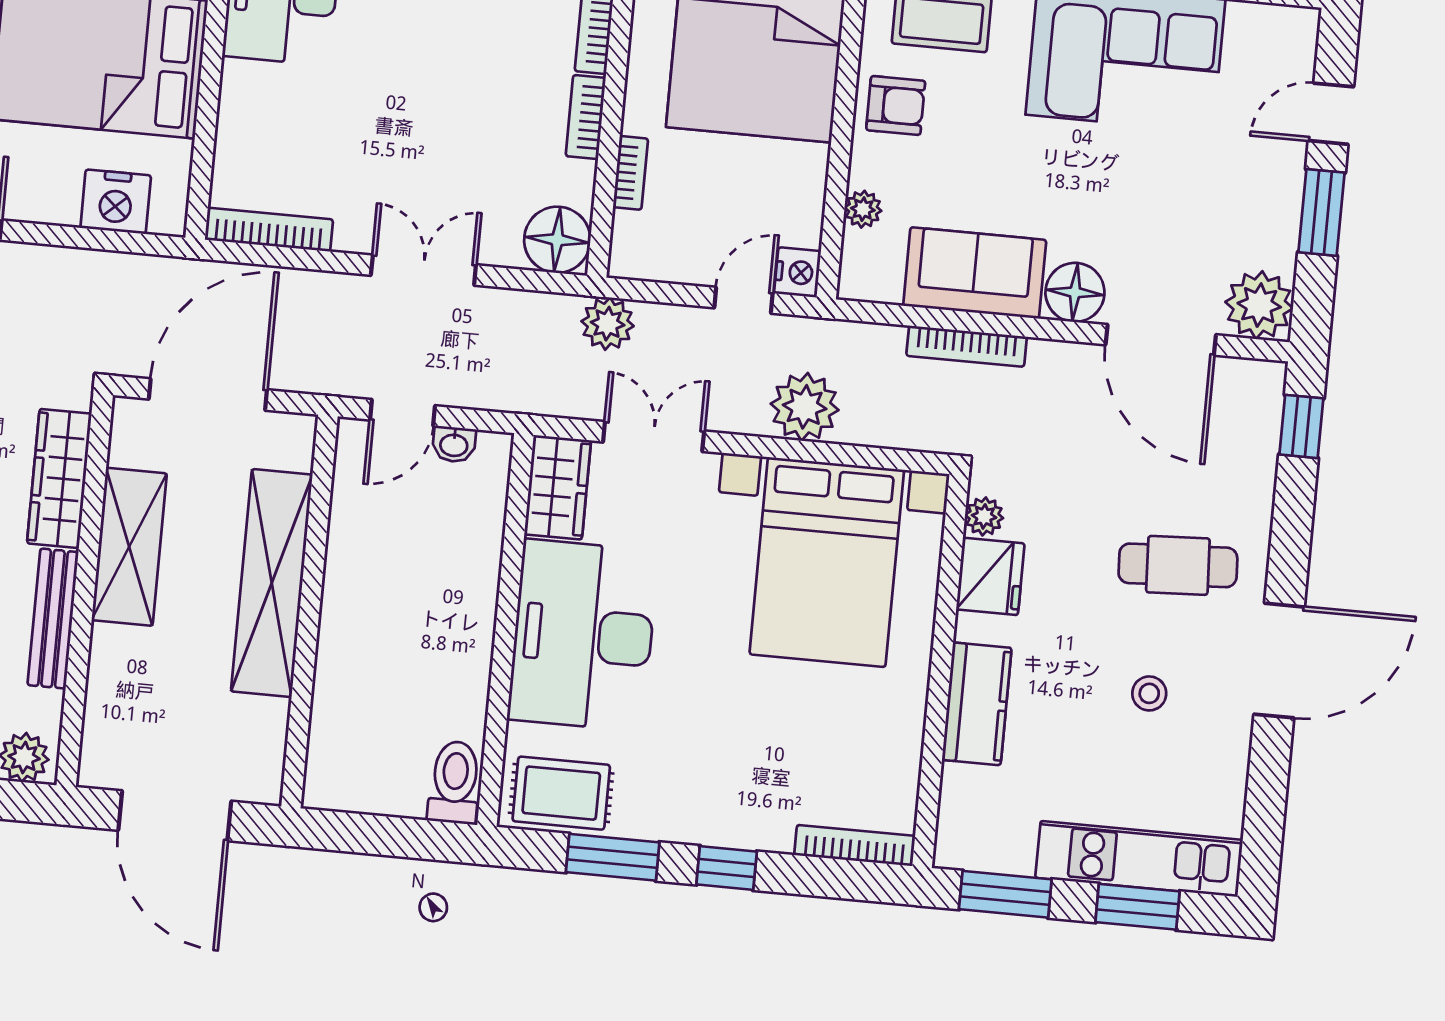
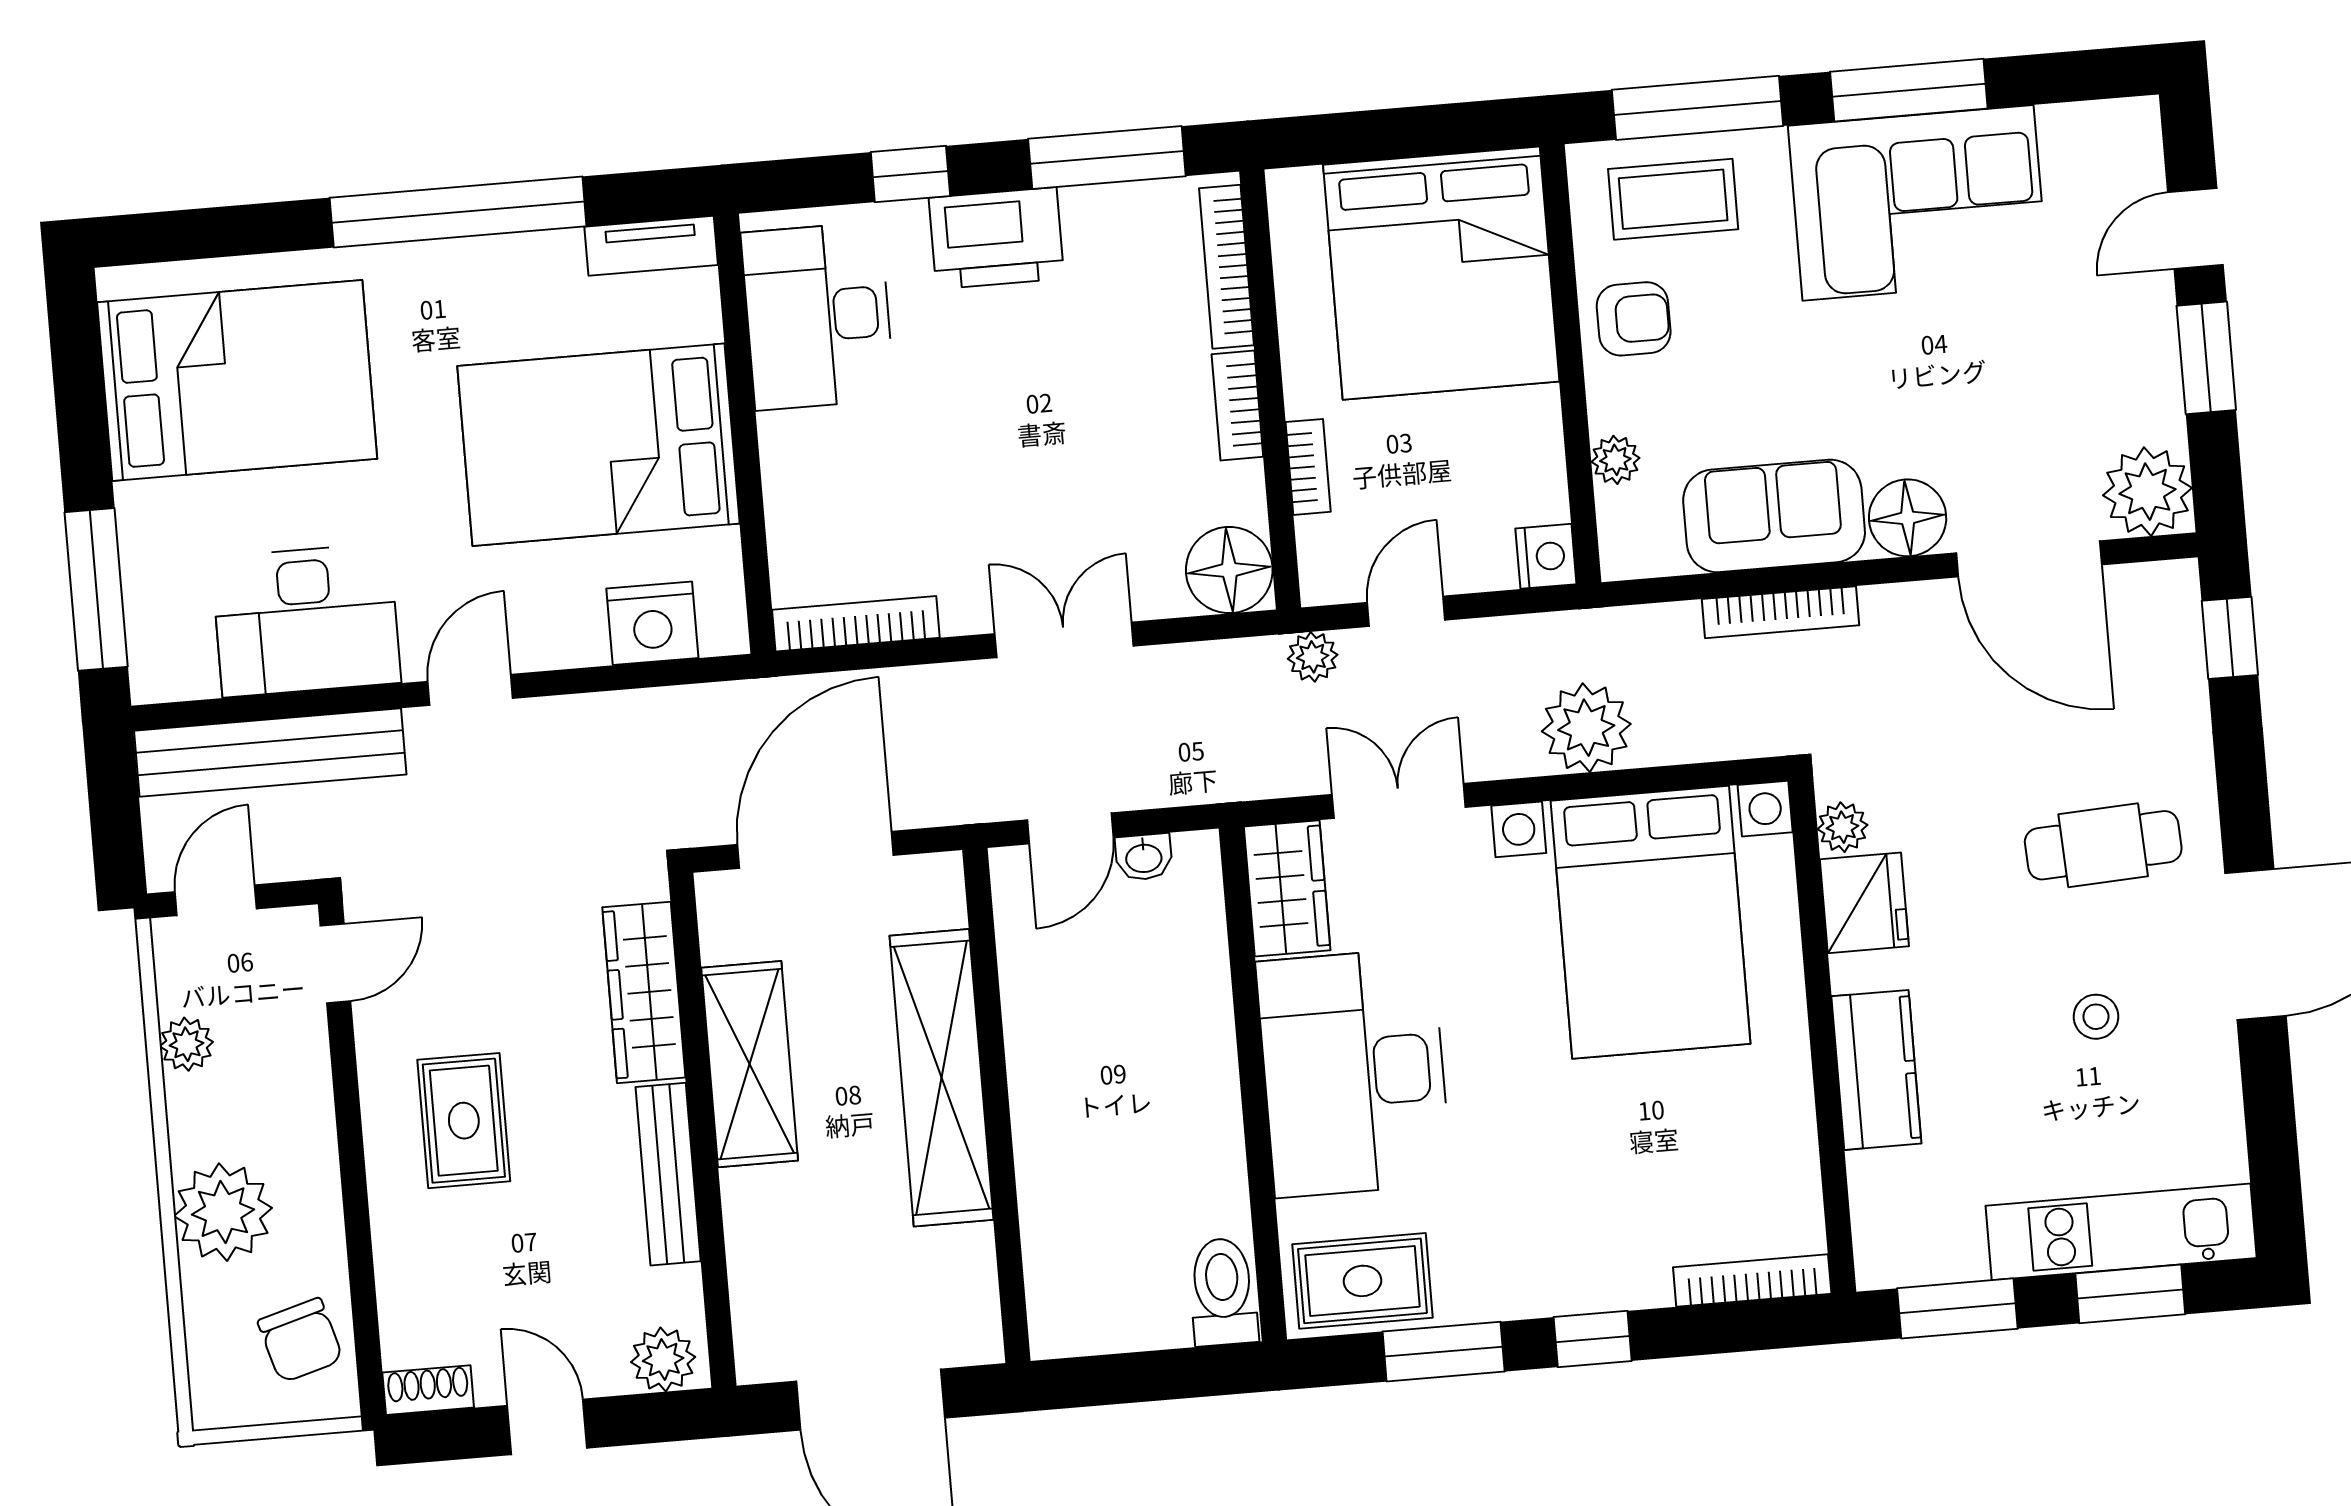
door: (743, 300) -> (1406, 611), moved
plant: (608, 324) -> (1313, 657), width x0.73, depth x0.73

